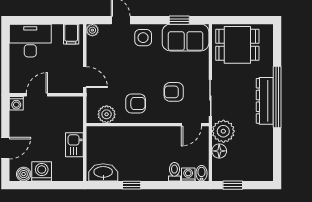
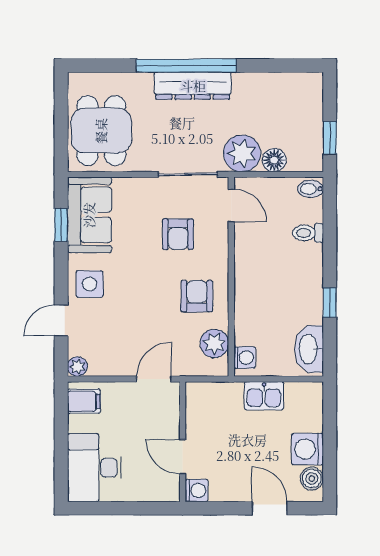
washing machine: (188, 175) -> (245, 358), moved, turned 180

